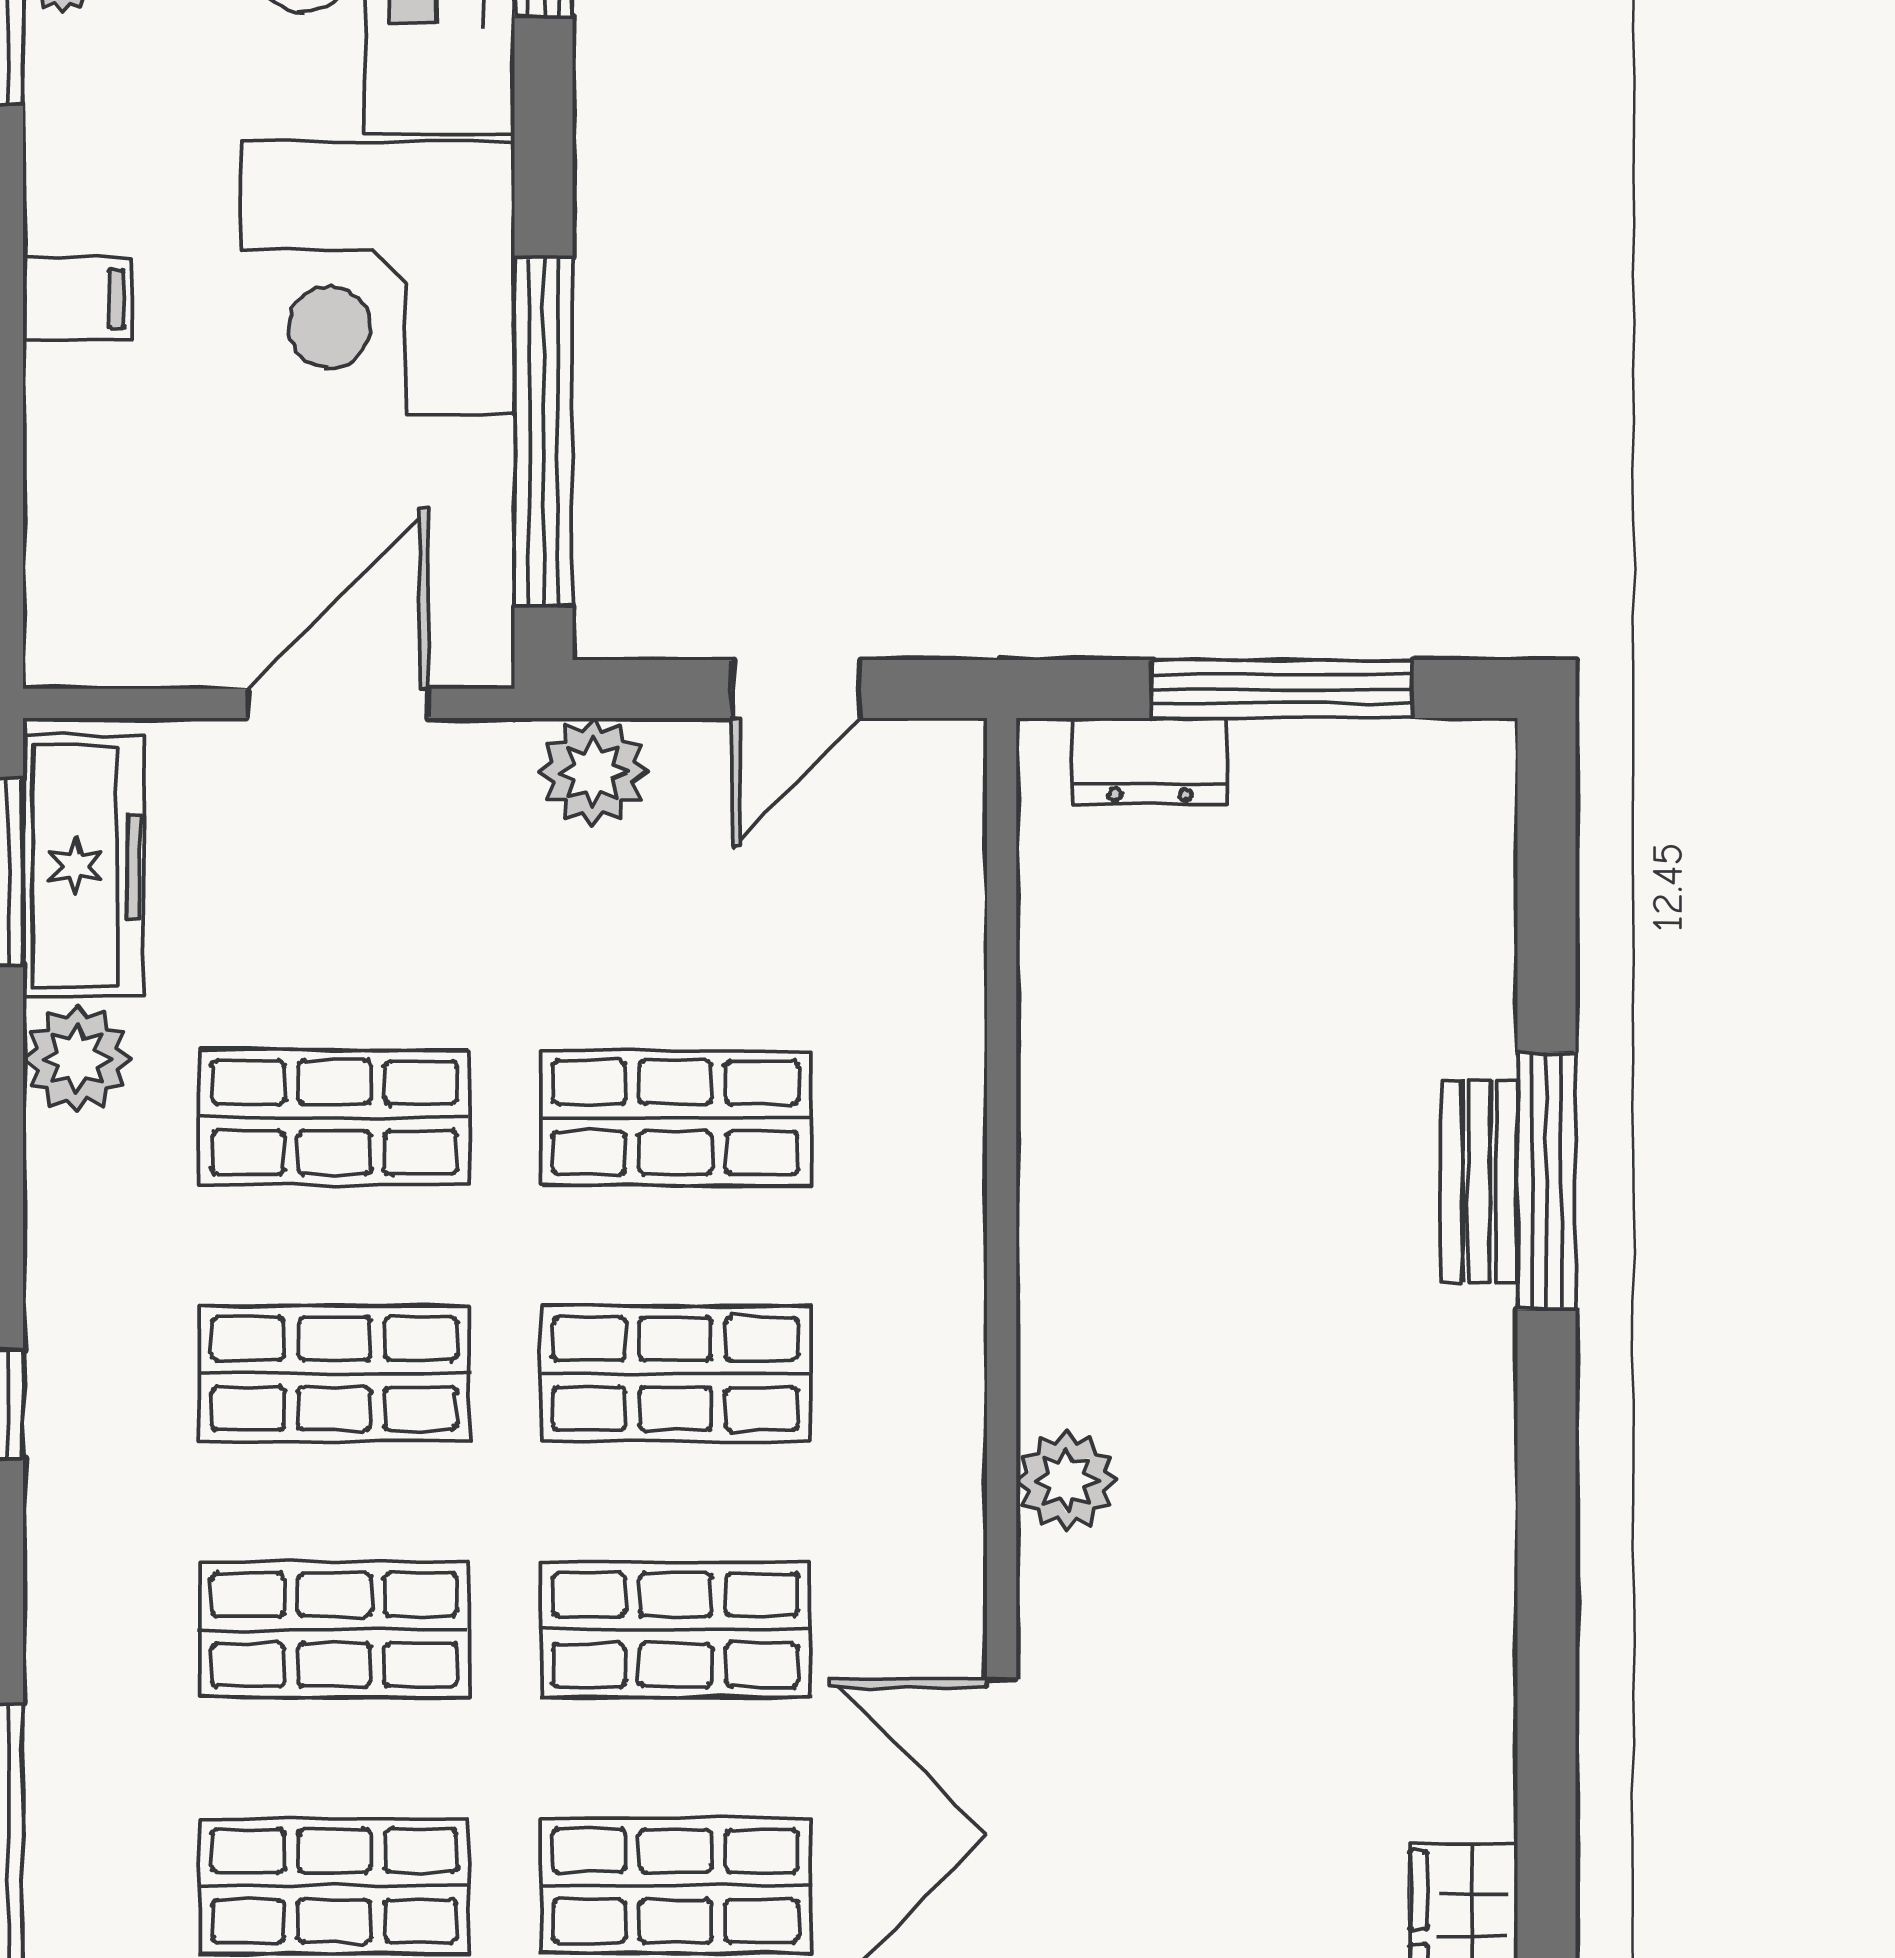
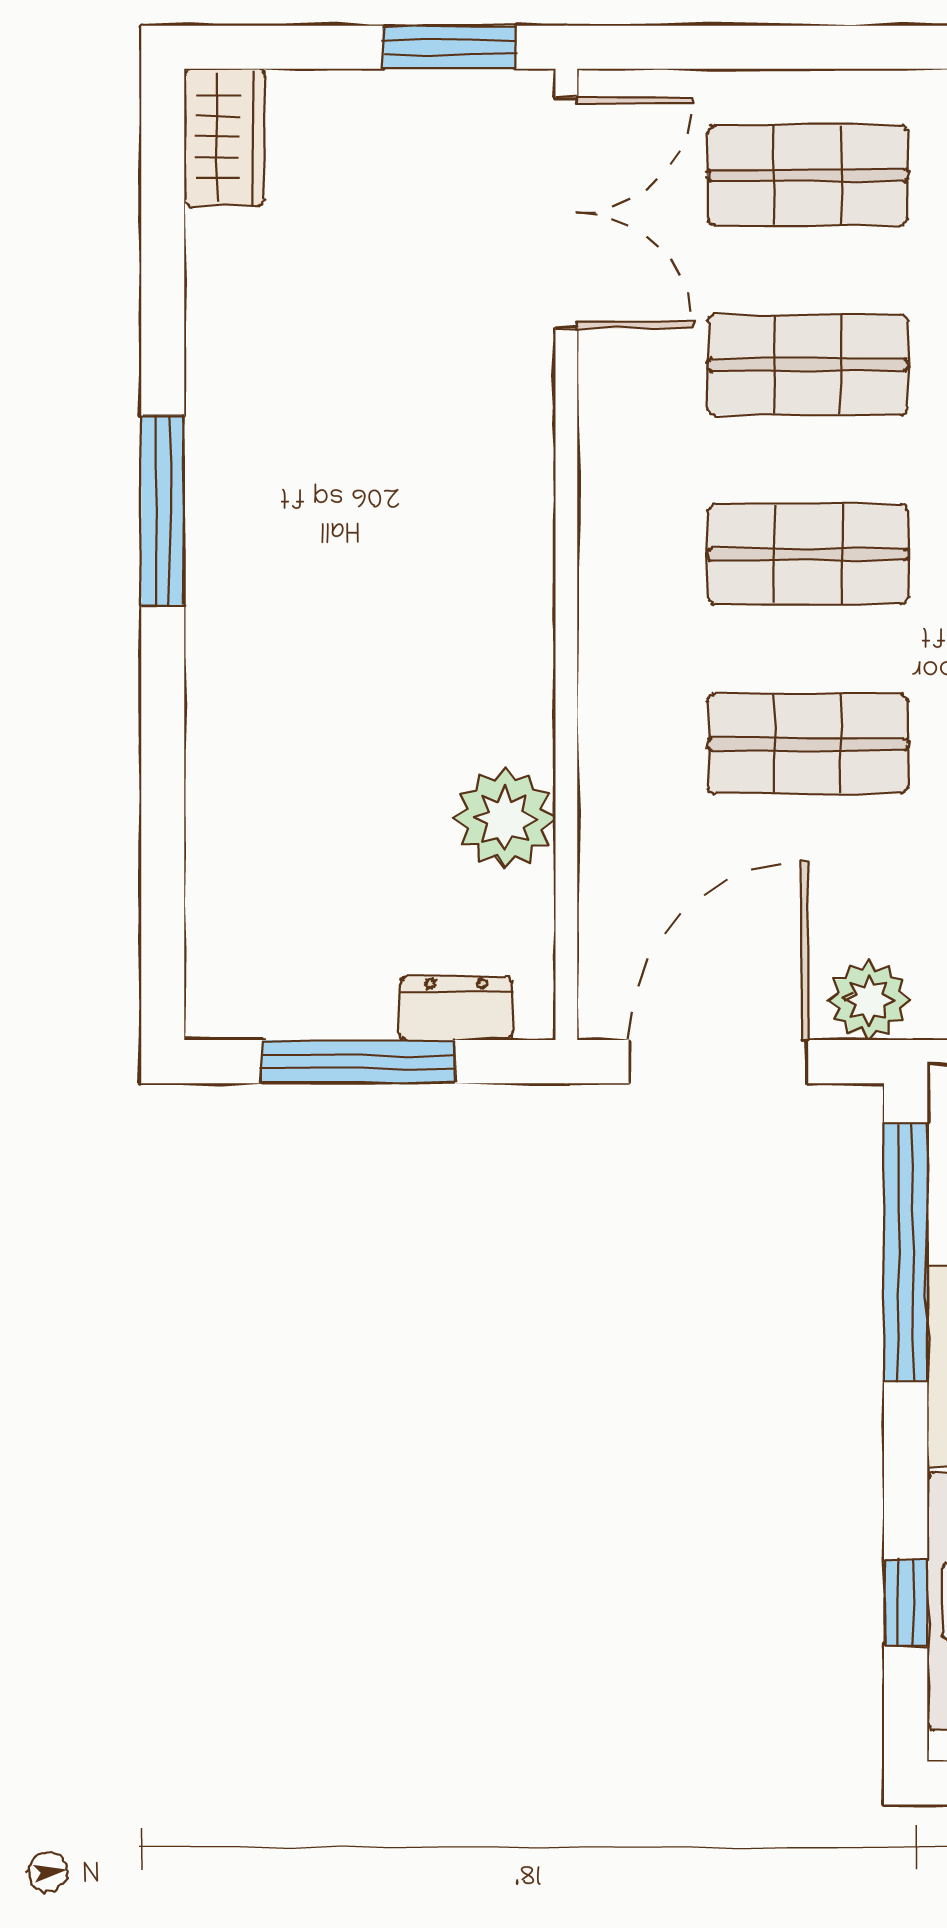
door: (796, 689) -> (719, 1062), width x1.88
window: (1546, 1181) -> (163, 511), moved
bench: (1479, 1182) -> (213, 697), removed
plant: (1066, 1481) -> (505, 818), moved, width x1.36, depth x1.36

